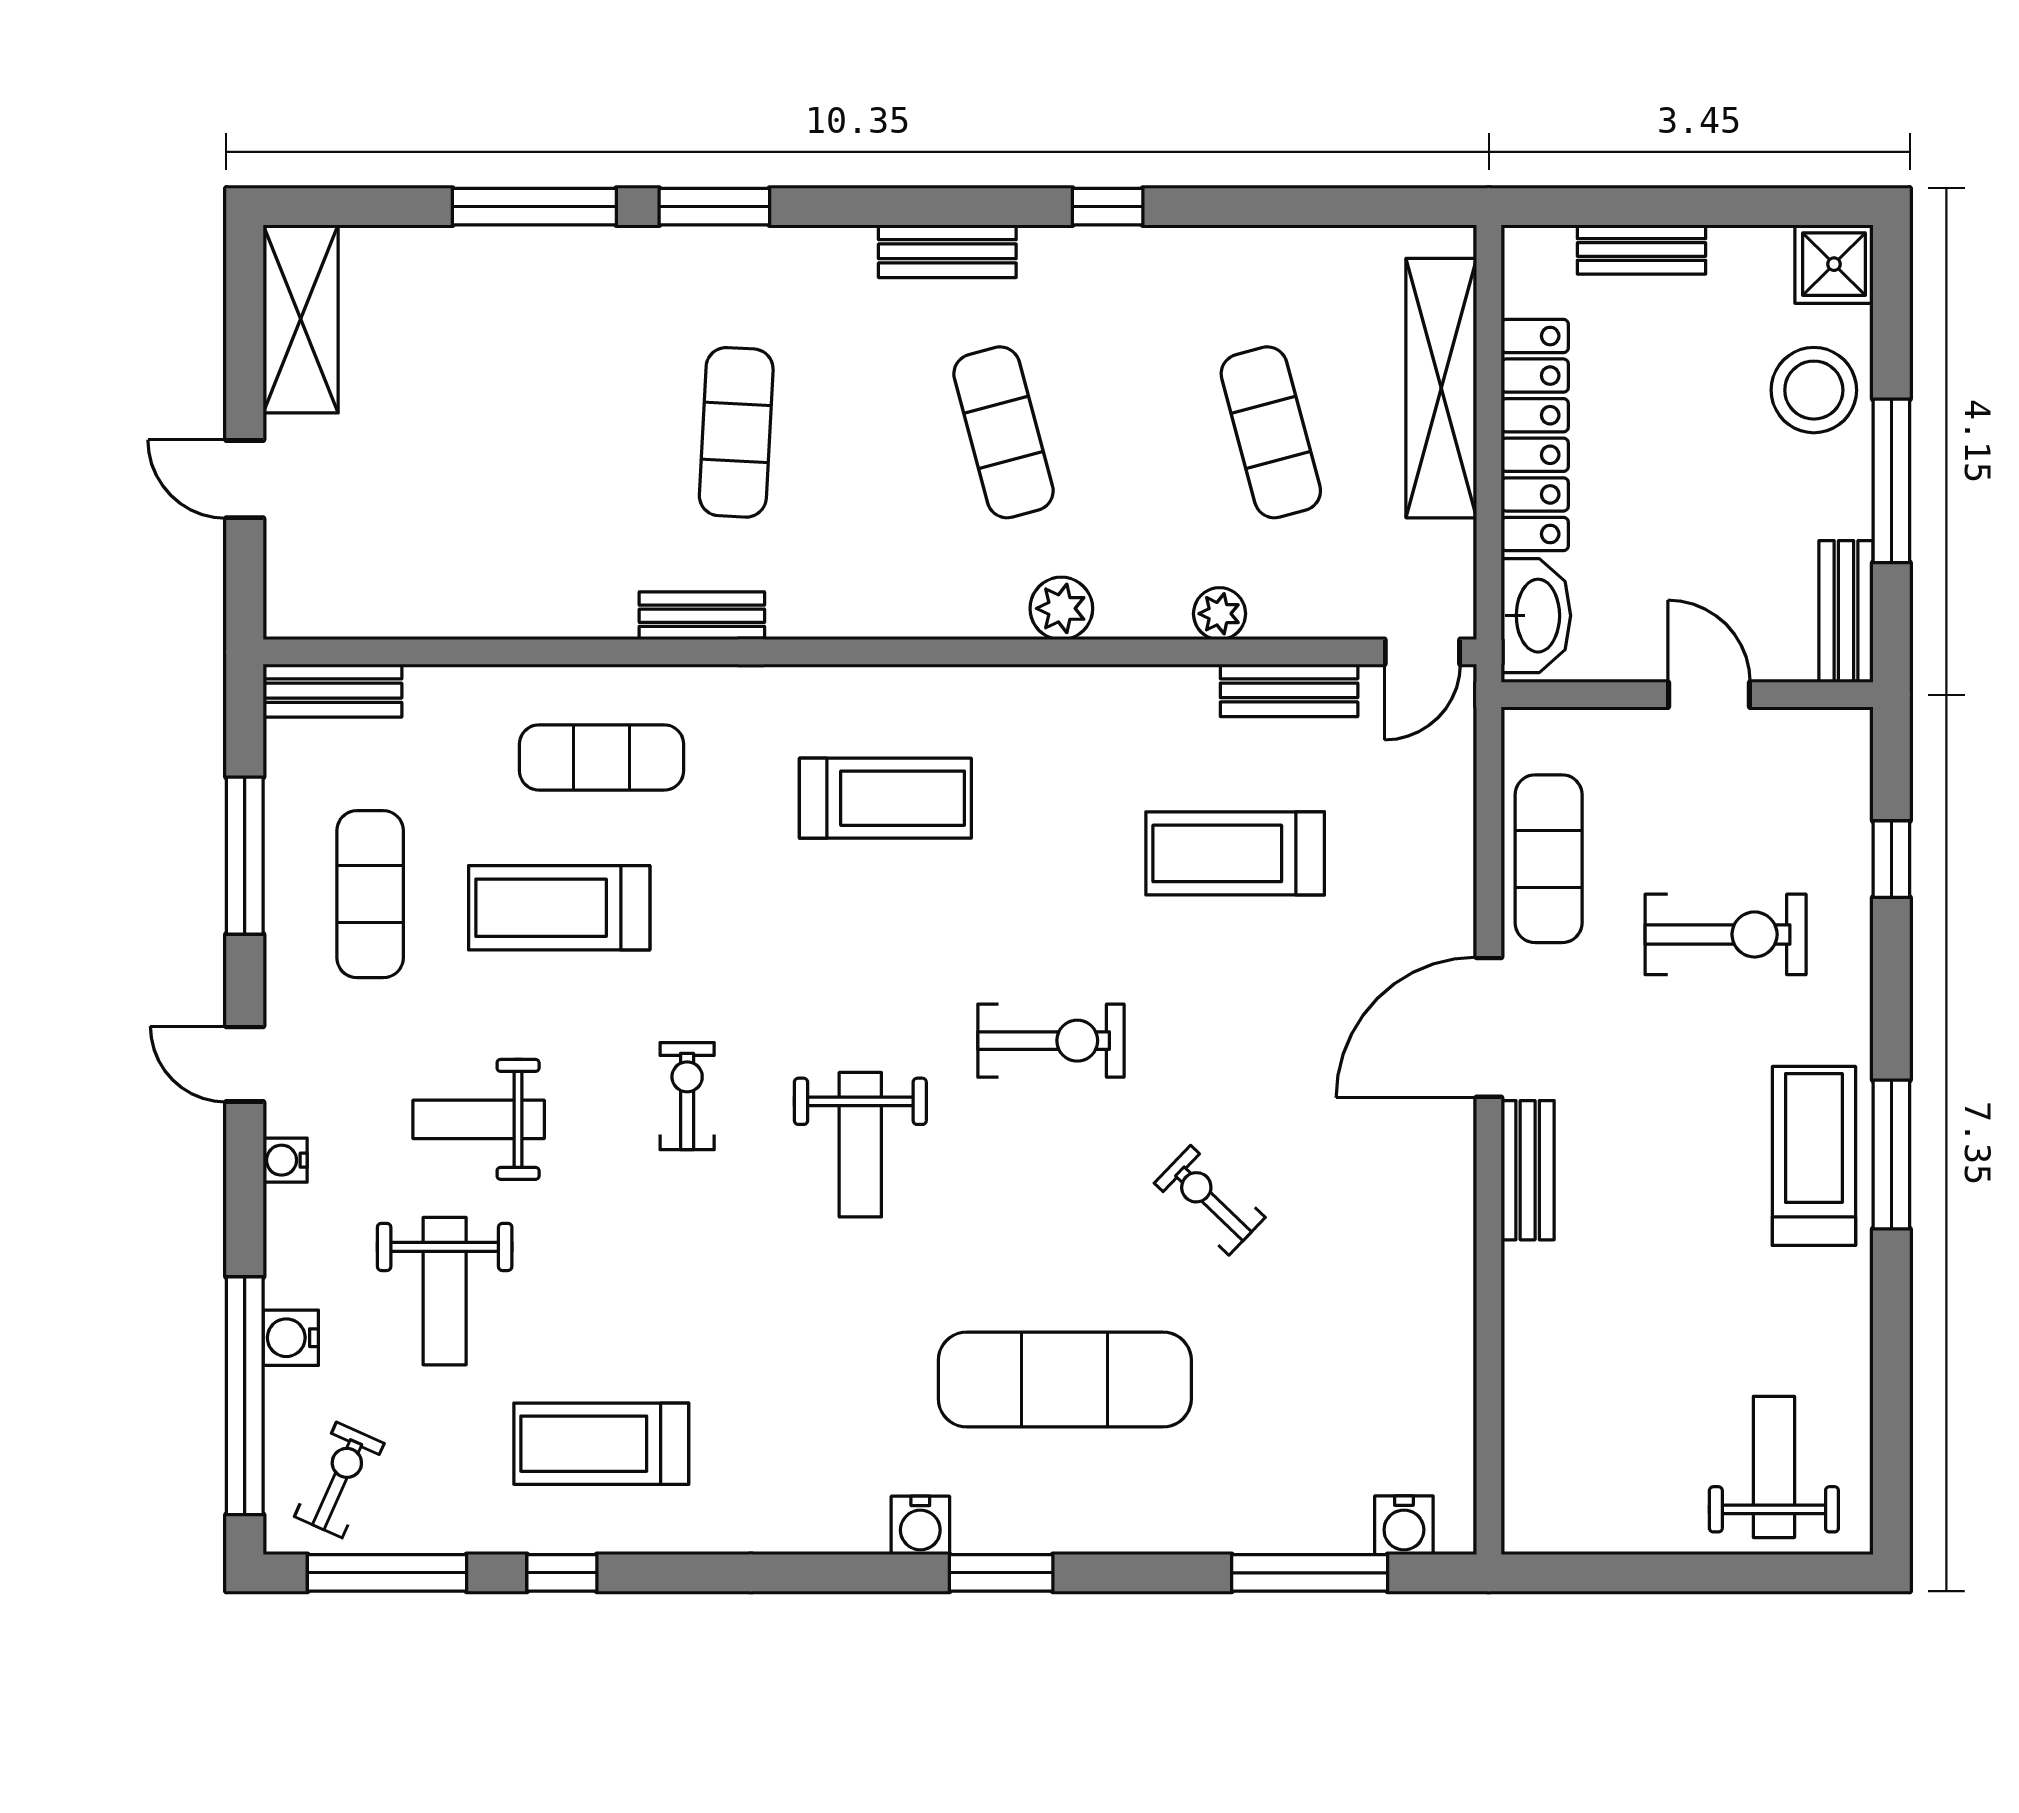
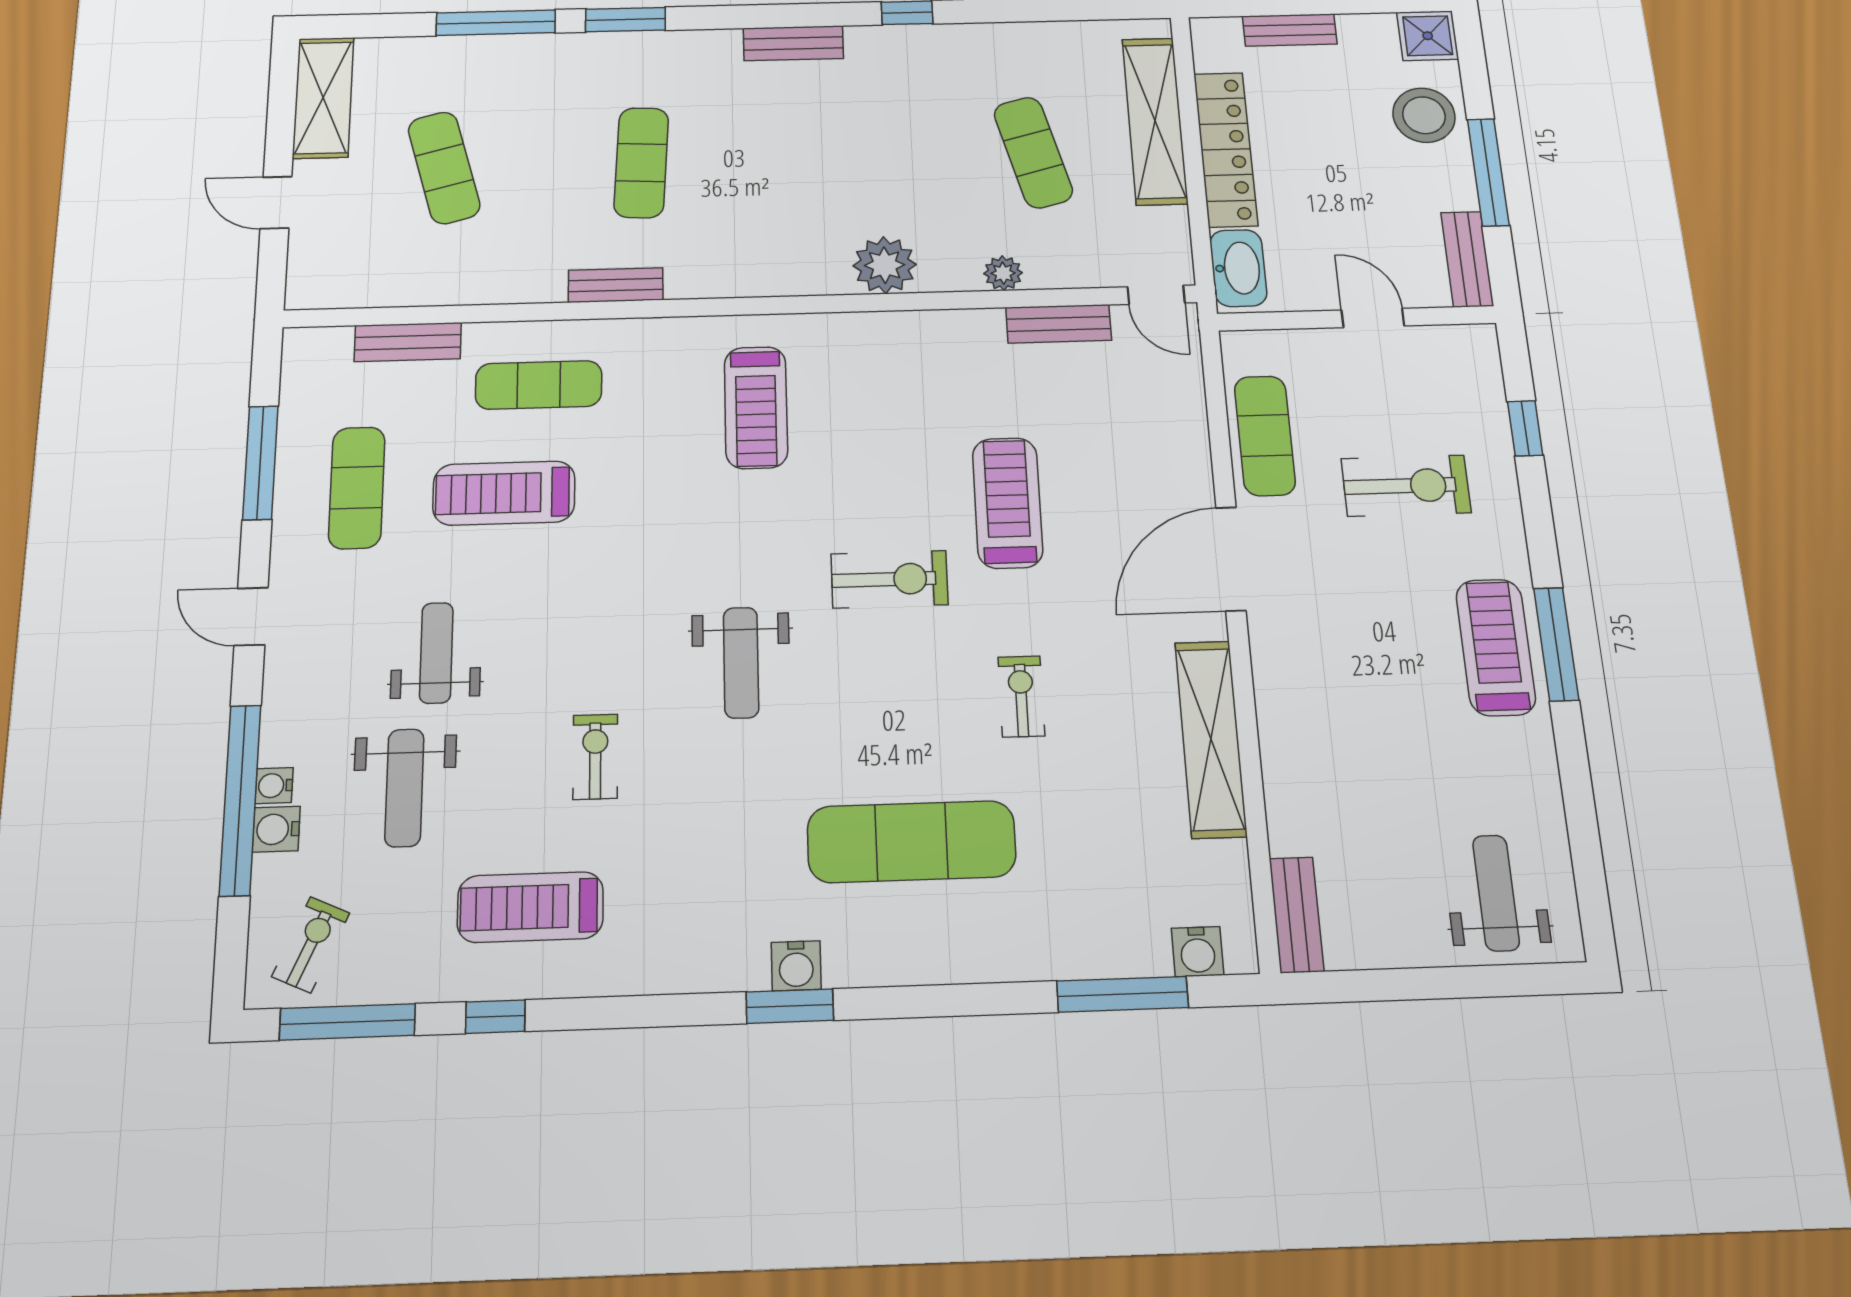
exercise mat: (1004, 432) -> (444, 168), moved
plant: (1061, 608) -> (885, 265), width x1.36, depth x1.36
door: (1422, 652) -> (1156, 295), hinge flipped
bench: (332, 691) -> (408, 342), moved
treadmill: (885, 798) -> (756, 407), turned 90
treadmill: (1235, 853) -> (1007, 503), moved, turned 90
exercise bike: (687, 1096) -> (595, 757), moved
weight bench: (479, 1119) -> (436, 653), turned 90
water cooler: (285, 1160) -> (274, 786), moved
bench: (1528, 1170) -> (1296, 915), moved
exercise bike: (1210, 1200) -> (1021, 696), turned 46
shelving: (1443, 1263) -> (1211, 739), added
window: (245, 1396) -> (240, 800), moved
window: (1001, 1573) -> (790, 1006), moved

